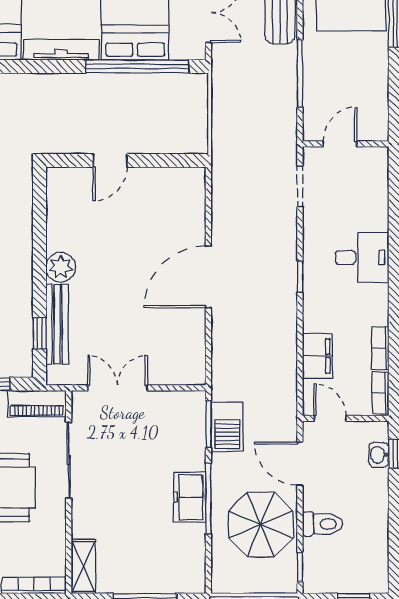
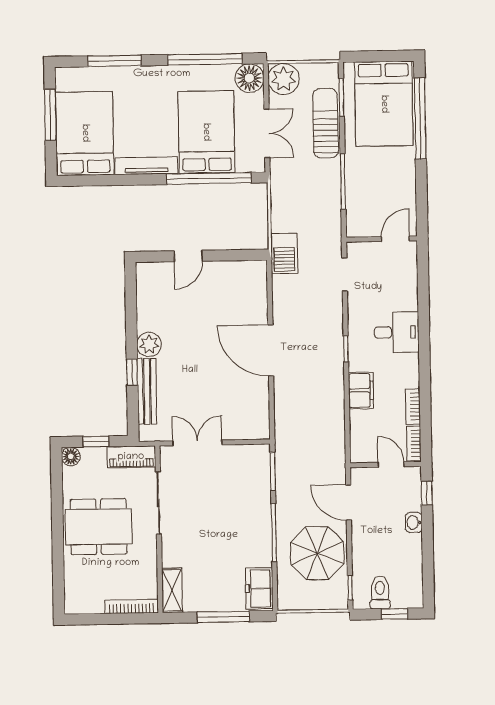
door: (340, 144) -> (395, 239), moved
door: (208, 277) -> (271, 350), hinge flipped
window: (39, 333) -> (132, 372), moved
filing cabinet: (317, 356) -> (361, 390), moved
door: (330, 418) -> (391, 465), moved
barbecue: (227, 427) -> (284, 253), moved
washbasin: (379, 455) -> (414, 522), moved
freezer: (190, 497) -> (259, 588), moved
toilet: (323, 524) -> (380, 592), moved, turned -90

